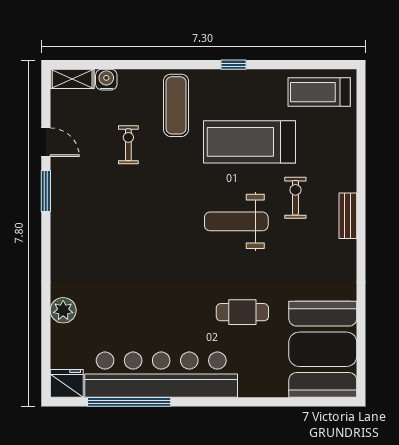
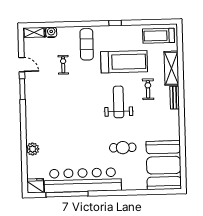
treadmill: (249, 142) -> (124, 62), turned 180
shelving: (343, 157) -> (171, 68), added
weight bench: (236, 221) -> (119, 102), turned 90

